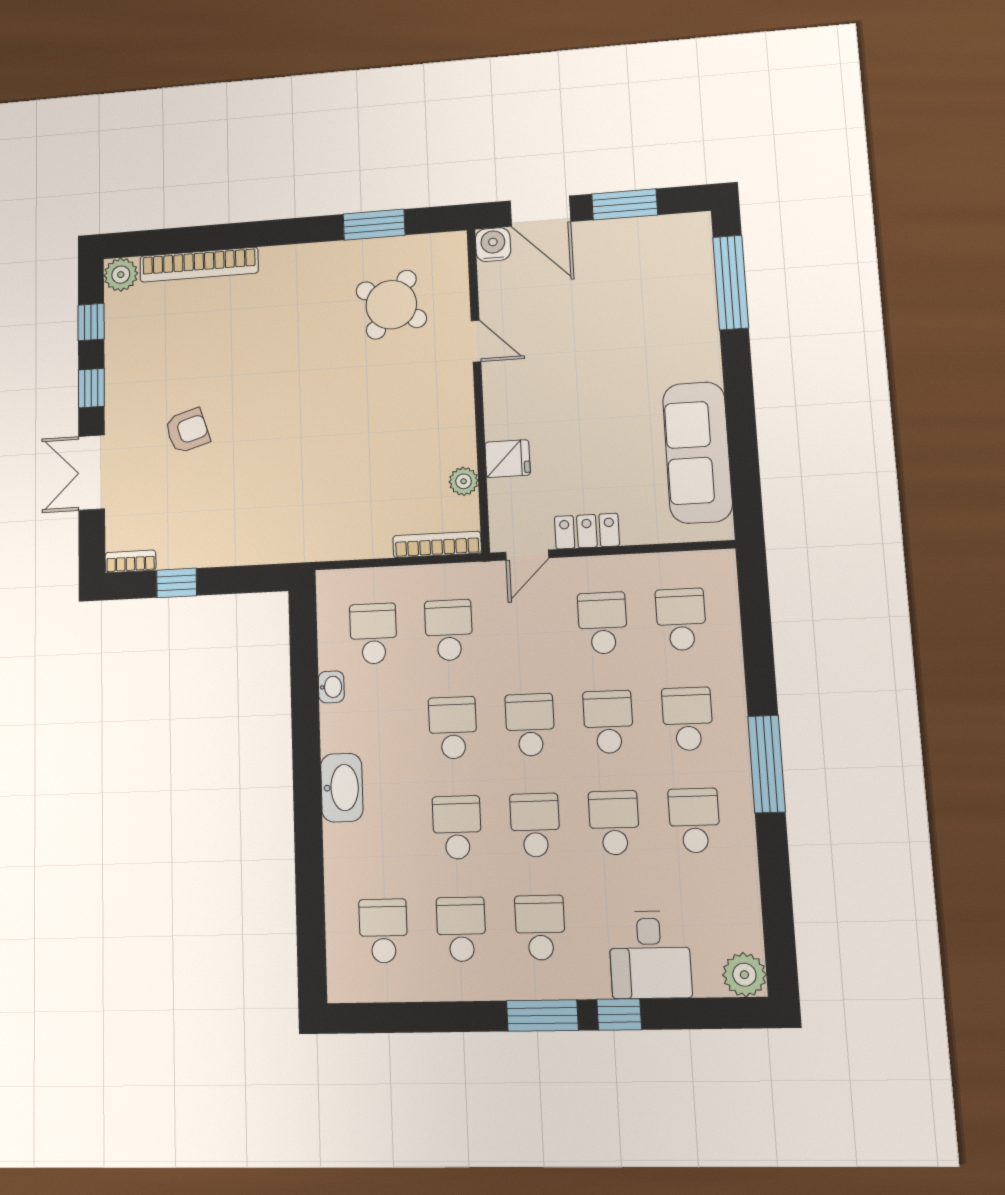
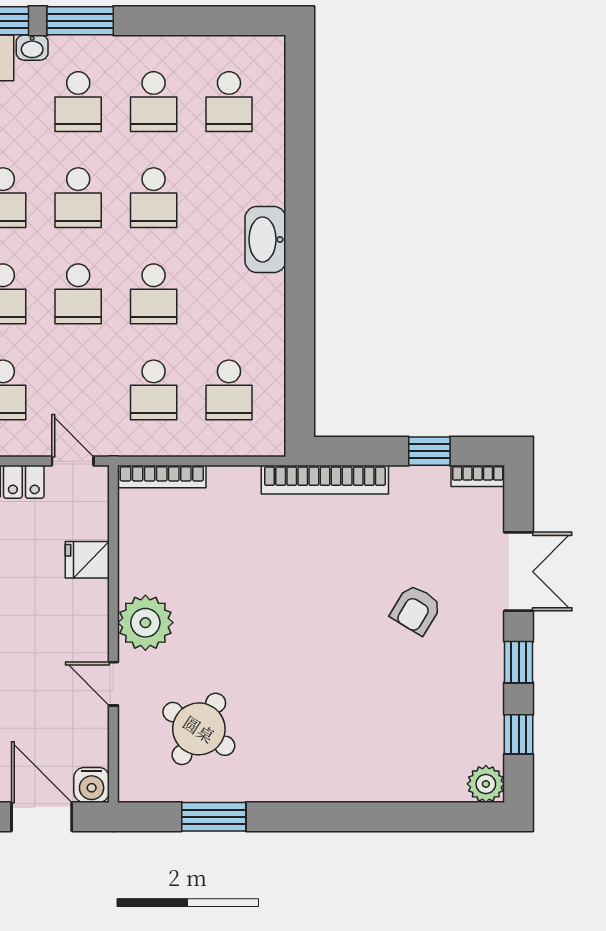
bookcase: (199, 265) -> (325, 480), moved, turned 180
armchair: (187, 431) -> (416, 610), turned -42
plant: (464, 481) -> (145, 623), moved, width x1.88, depth x1.88
door: (527, 555) -> (73, 461), hinge flipped
washbasin: (331, 687) -> (32, 48), moved, turned -90

